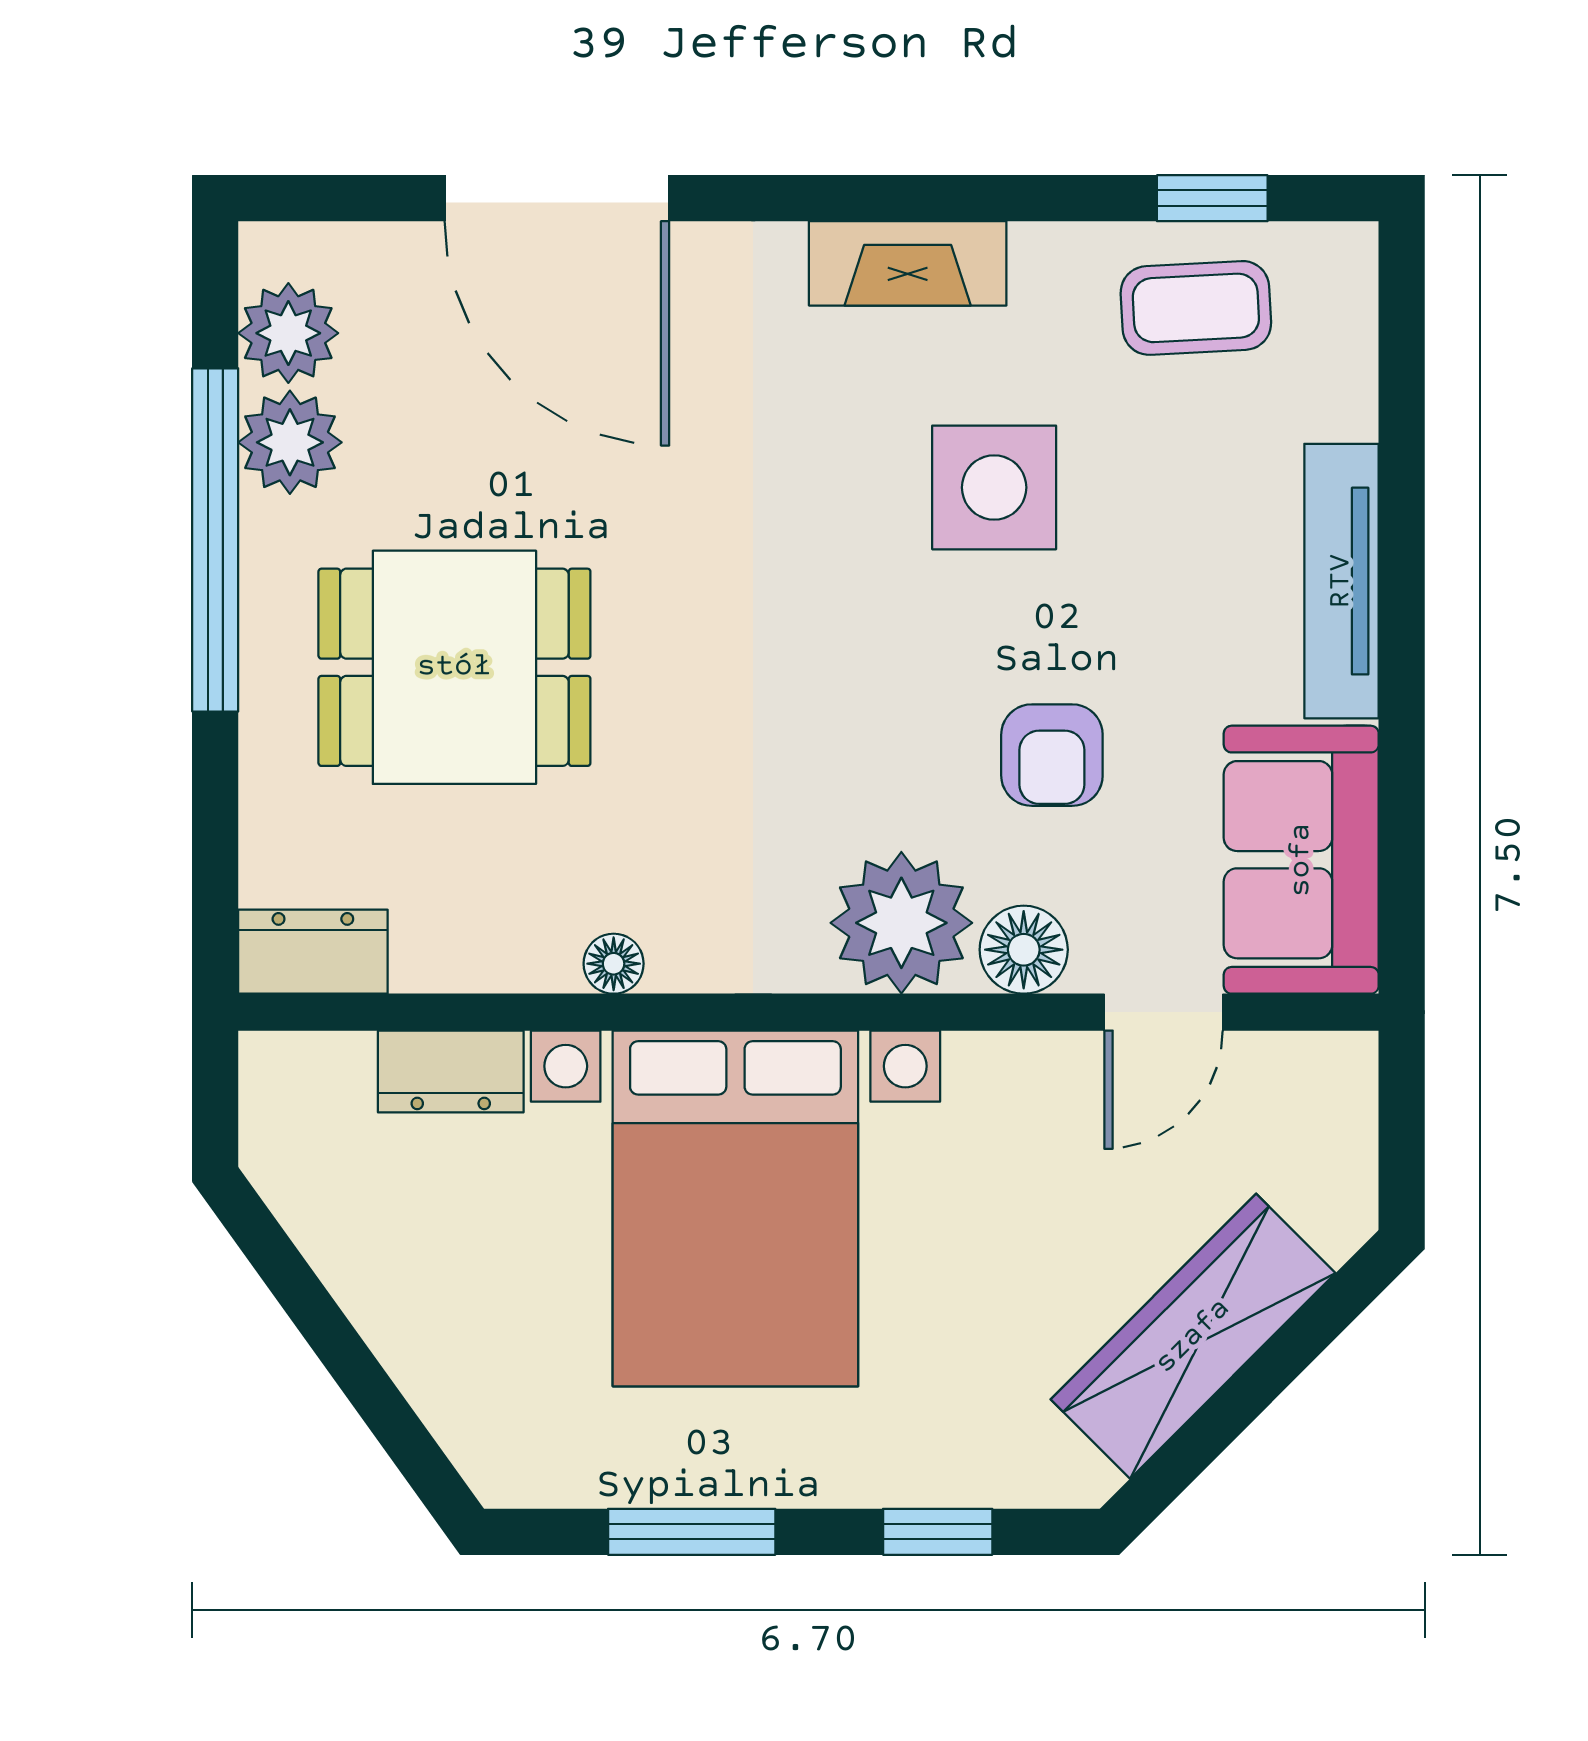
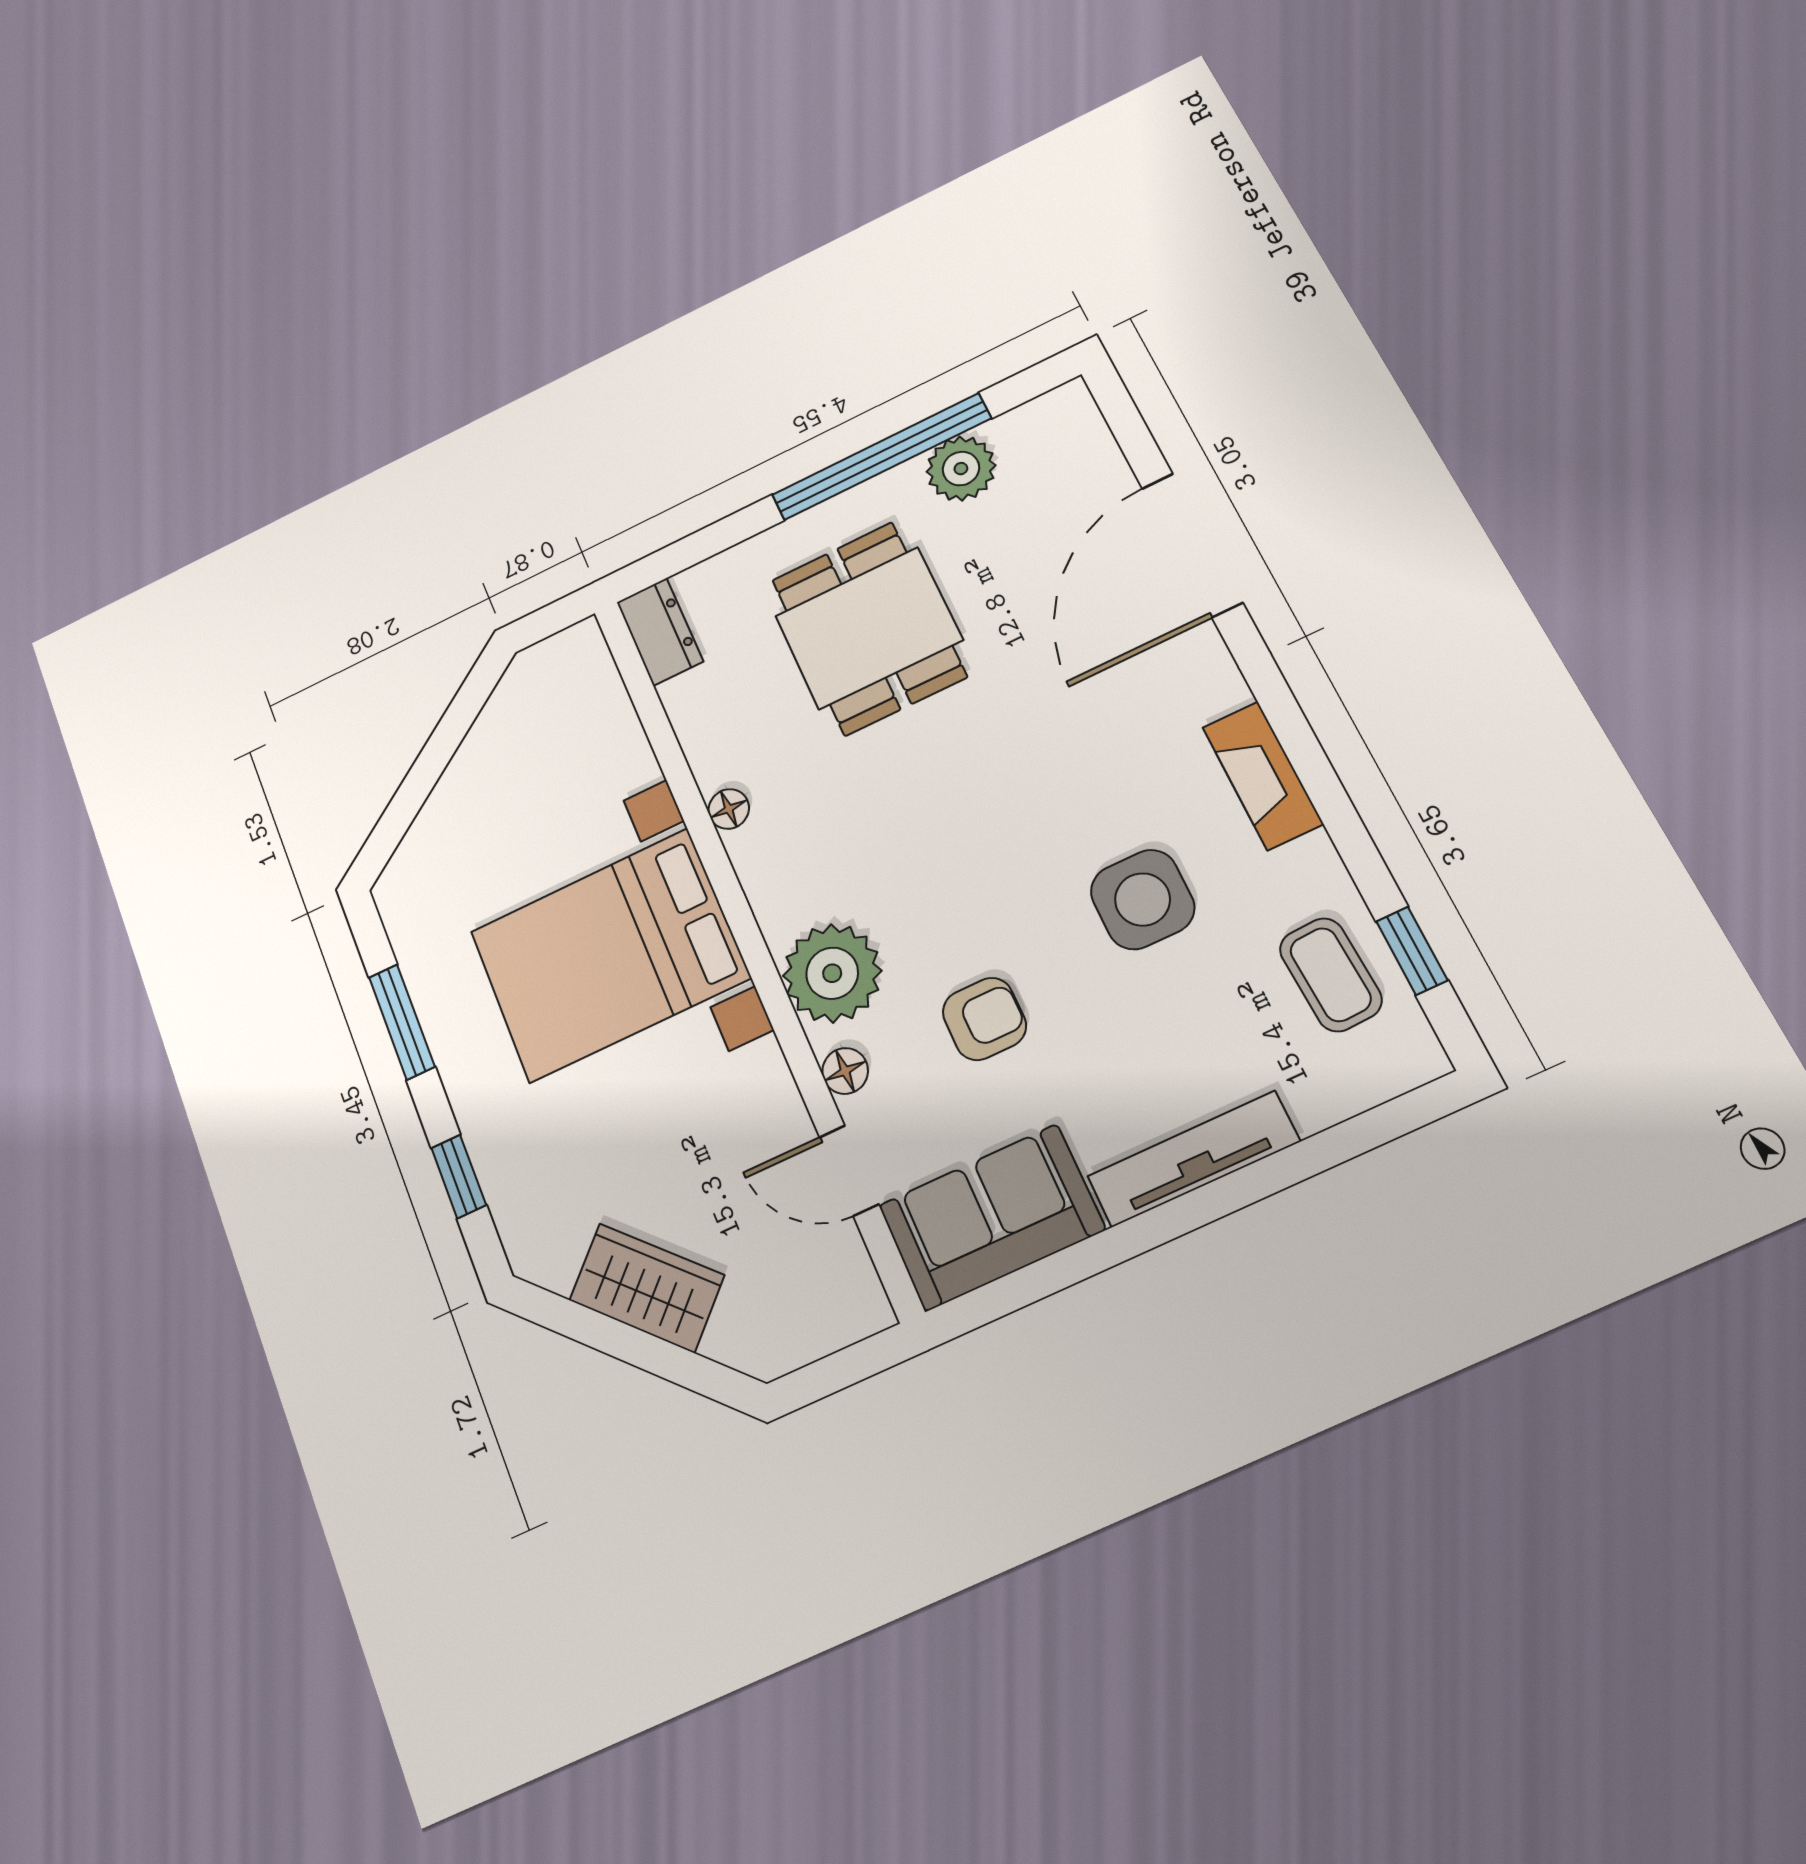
plant: (288, 333) -> (1027, 435), removed
armchair: (1052, 755) -> (984, 1019), turned 180
floor lamp: (1024, 950) -> (845, 1071), width x0.73, depth x0.73
dresser: (451, 1071) -> (622, 745), removed
wardrobe: (1193, 1336) -> (647, 1288), width x0.67

